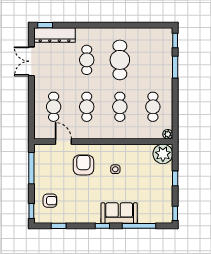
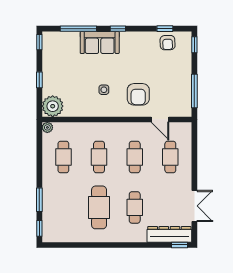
armchair: (50, 201) -> (168, 43), moved, turned -92

